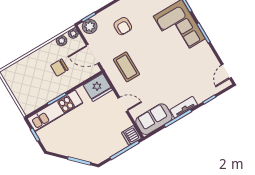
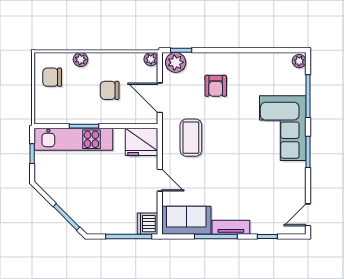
plant: (62, 41) -> (81, 60), moved
chair: (19, 81) -> (52, 77), added

